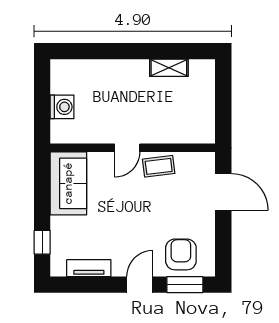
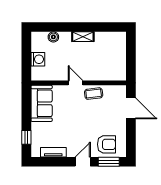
boiler: (89, 68) -> (53, 37), added
shelving: (169, 68) -> (83, 37), moved
door: (127, 148) -> (76, 83), swing flipped
armchair: (181, 254) -> (106, 144), turned 90

